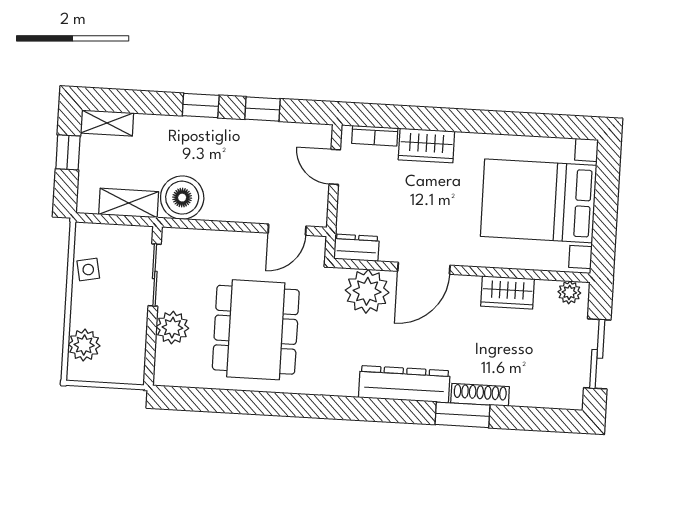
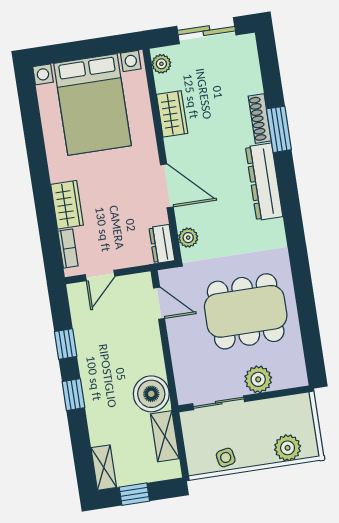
plant: (367, 291) -> (188, 238), width x0.53, depth x0.53

